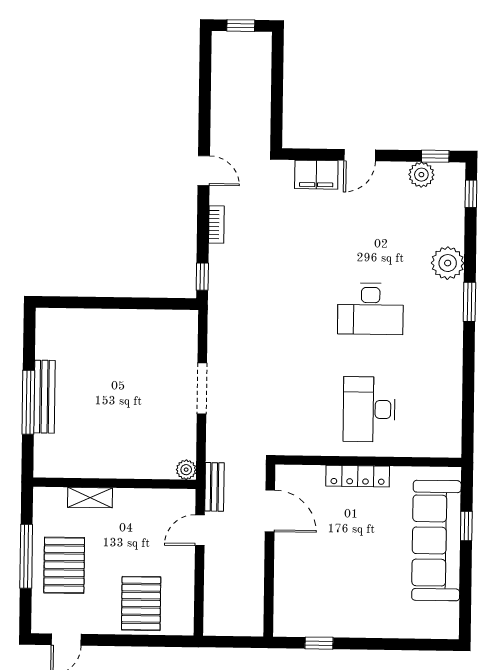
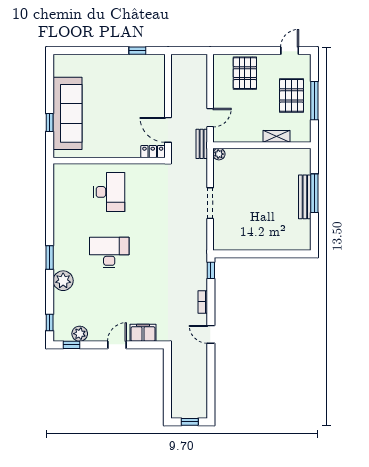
locker: (358, 476) -> (153, 152), moved, width x0.66

